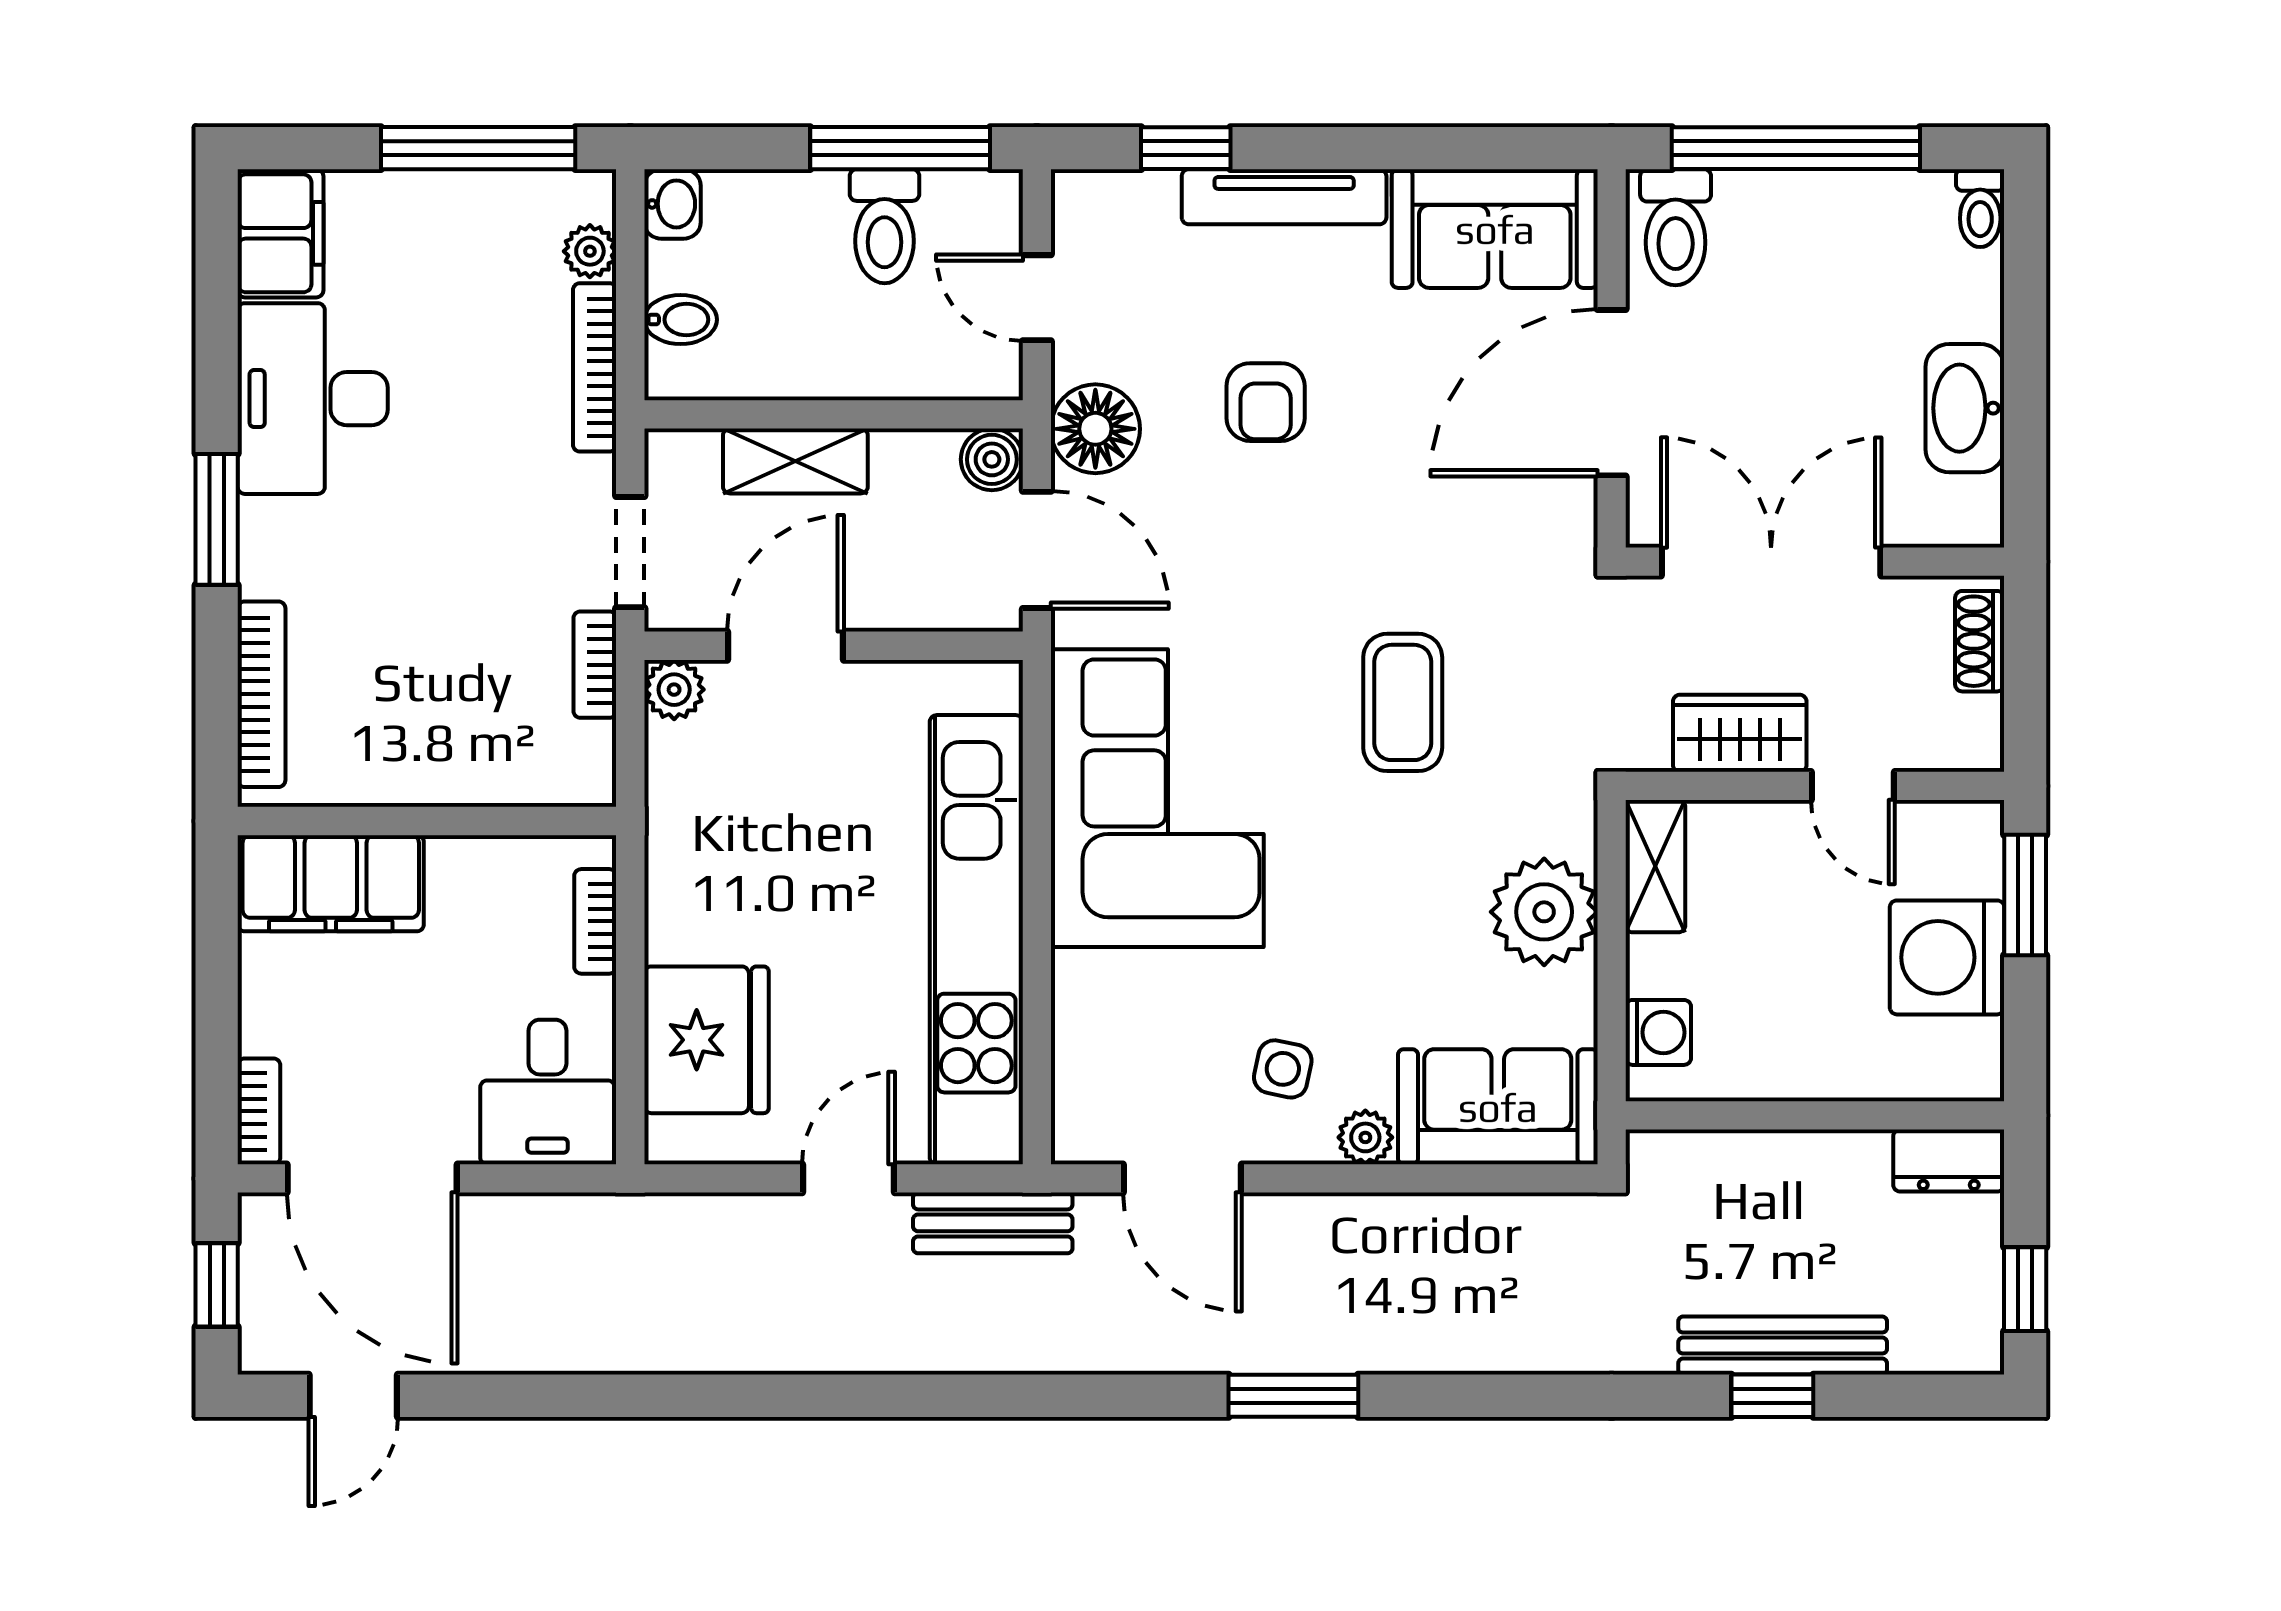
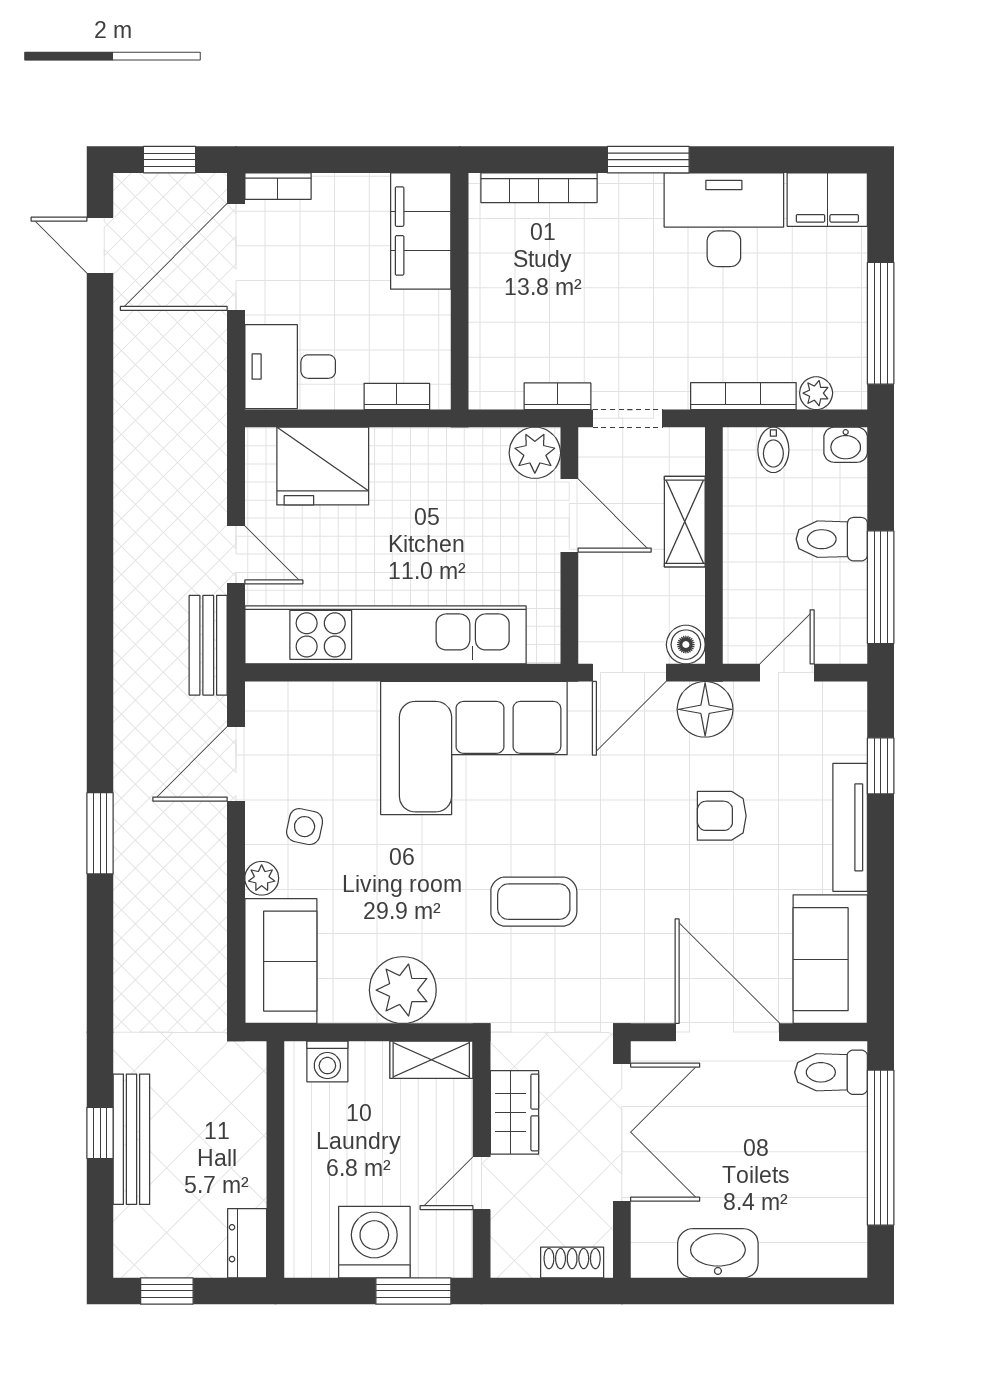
toilet: (1980, 208) -> (843, 1263), removed
toilet: (885, 226) -> (832, 539), moved
plant: (674, 690) -> (535, 453), width x1.38, depth x1.38

